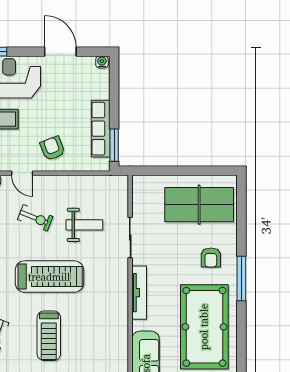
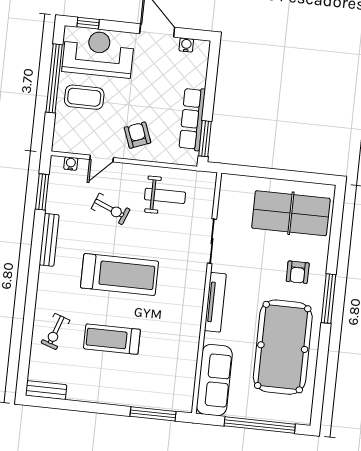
water cooler: (102, 62) -> (186, 45), moved
door: (22, 173) -> (102, 158), hinge flipped
weight bench: (84, 225) -> (165, 196), moved
treadmill: (49, 336) -> (112, 339), turned 90

